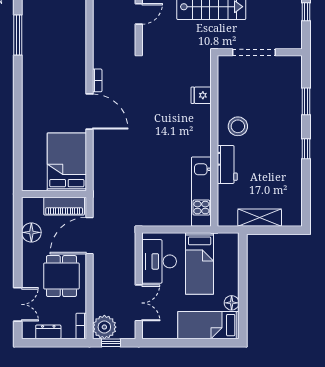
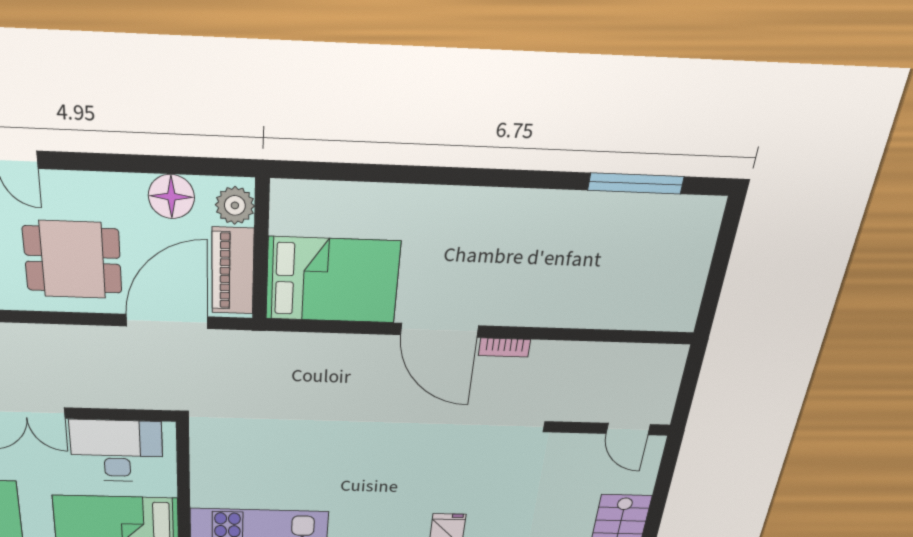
door: (89, 112) -> (439, 330), hinge flipped
plant: (34, 206) -> (235, 205), added
door: (89, 236) -> (167, 321), hinge flipped

